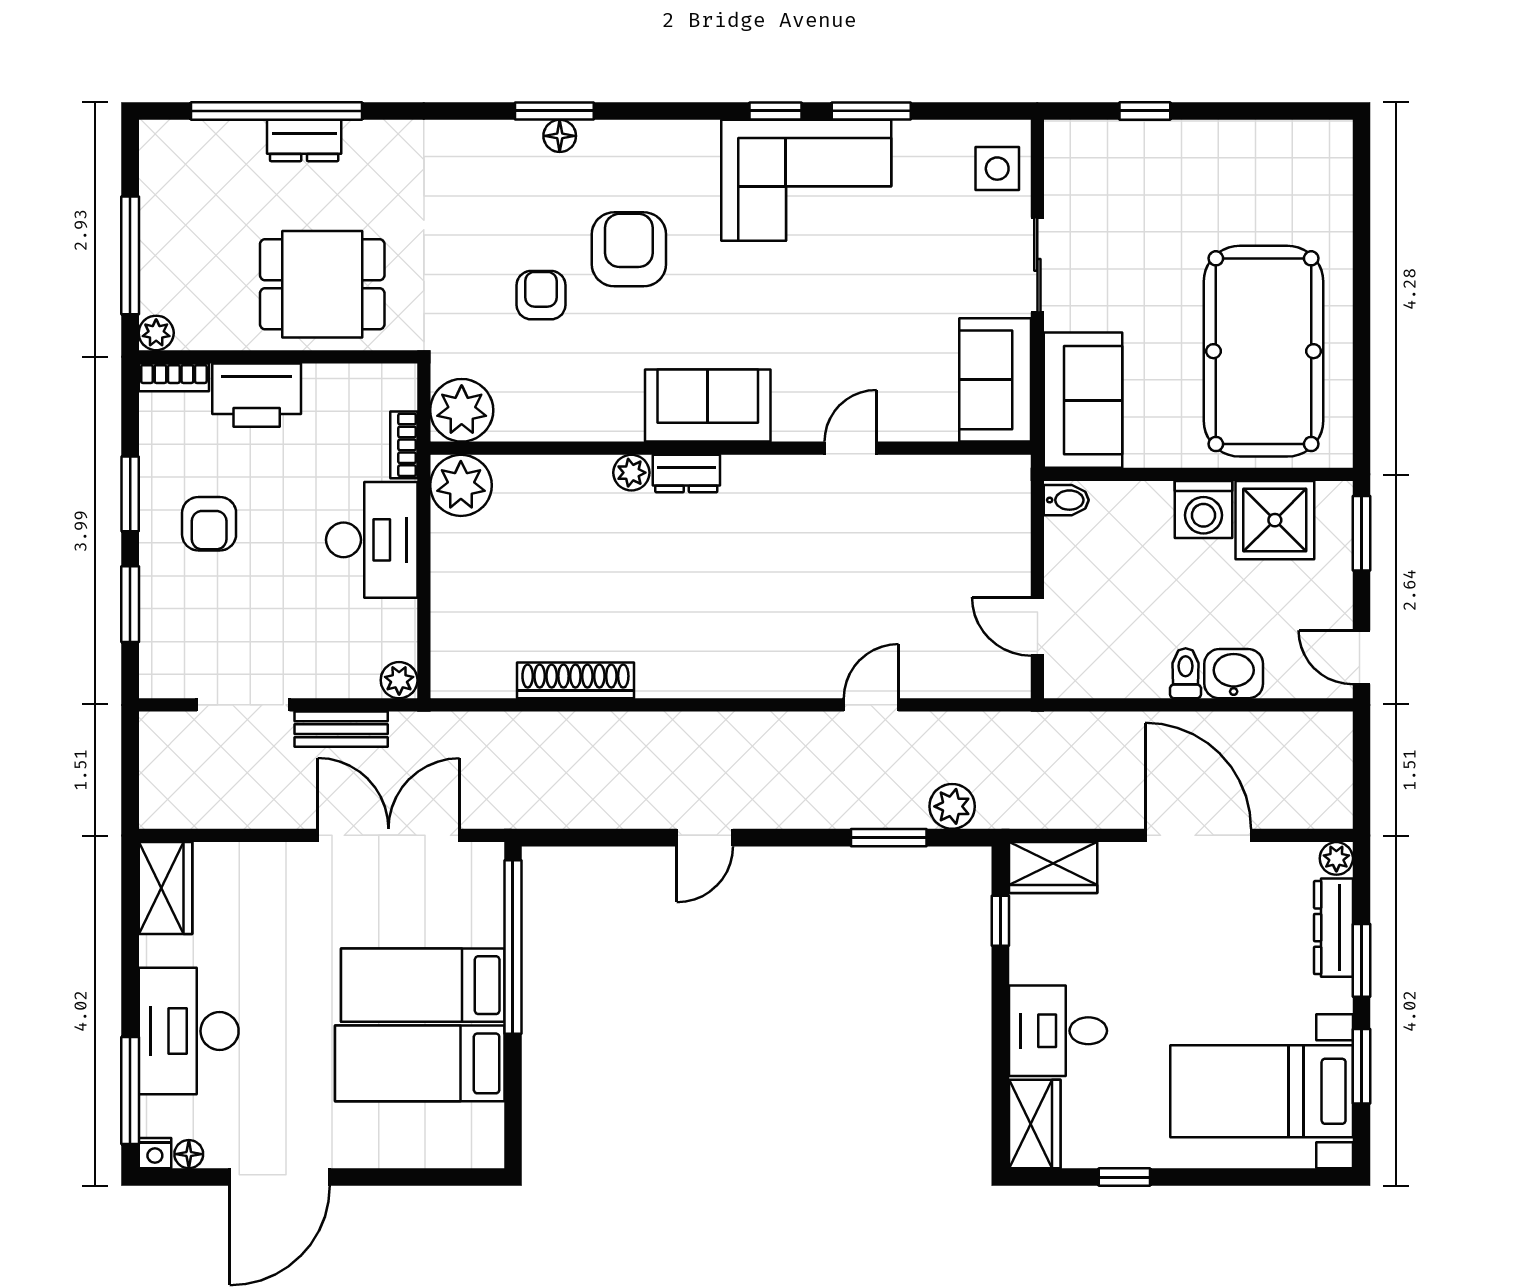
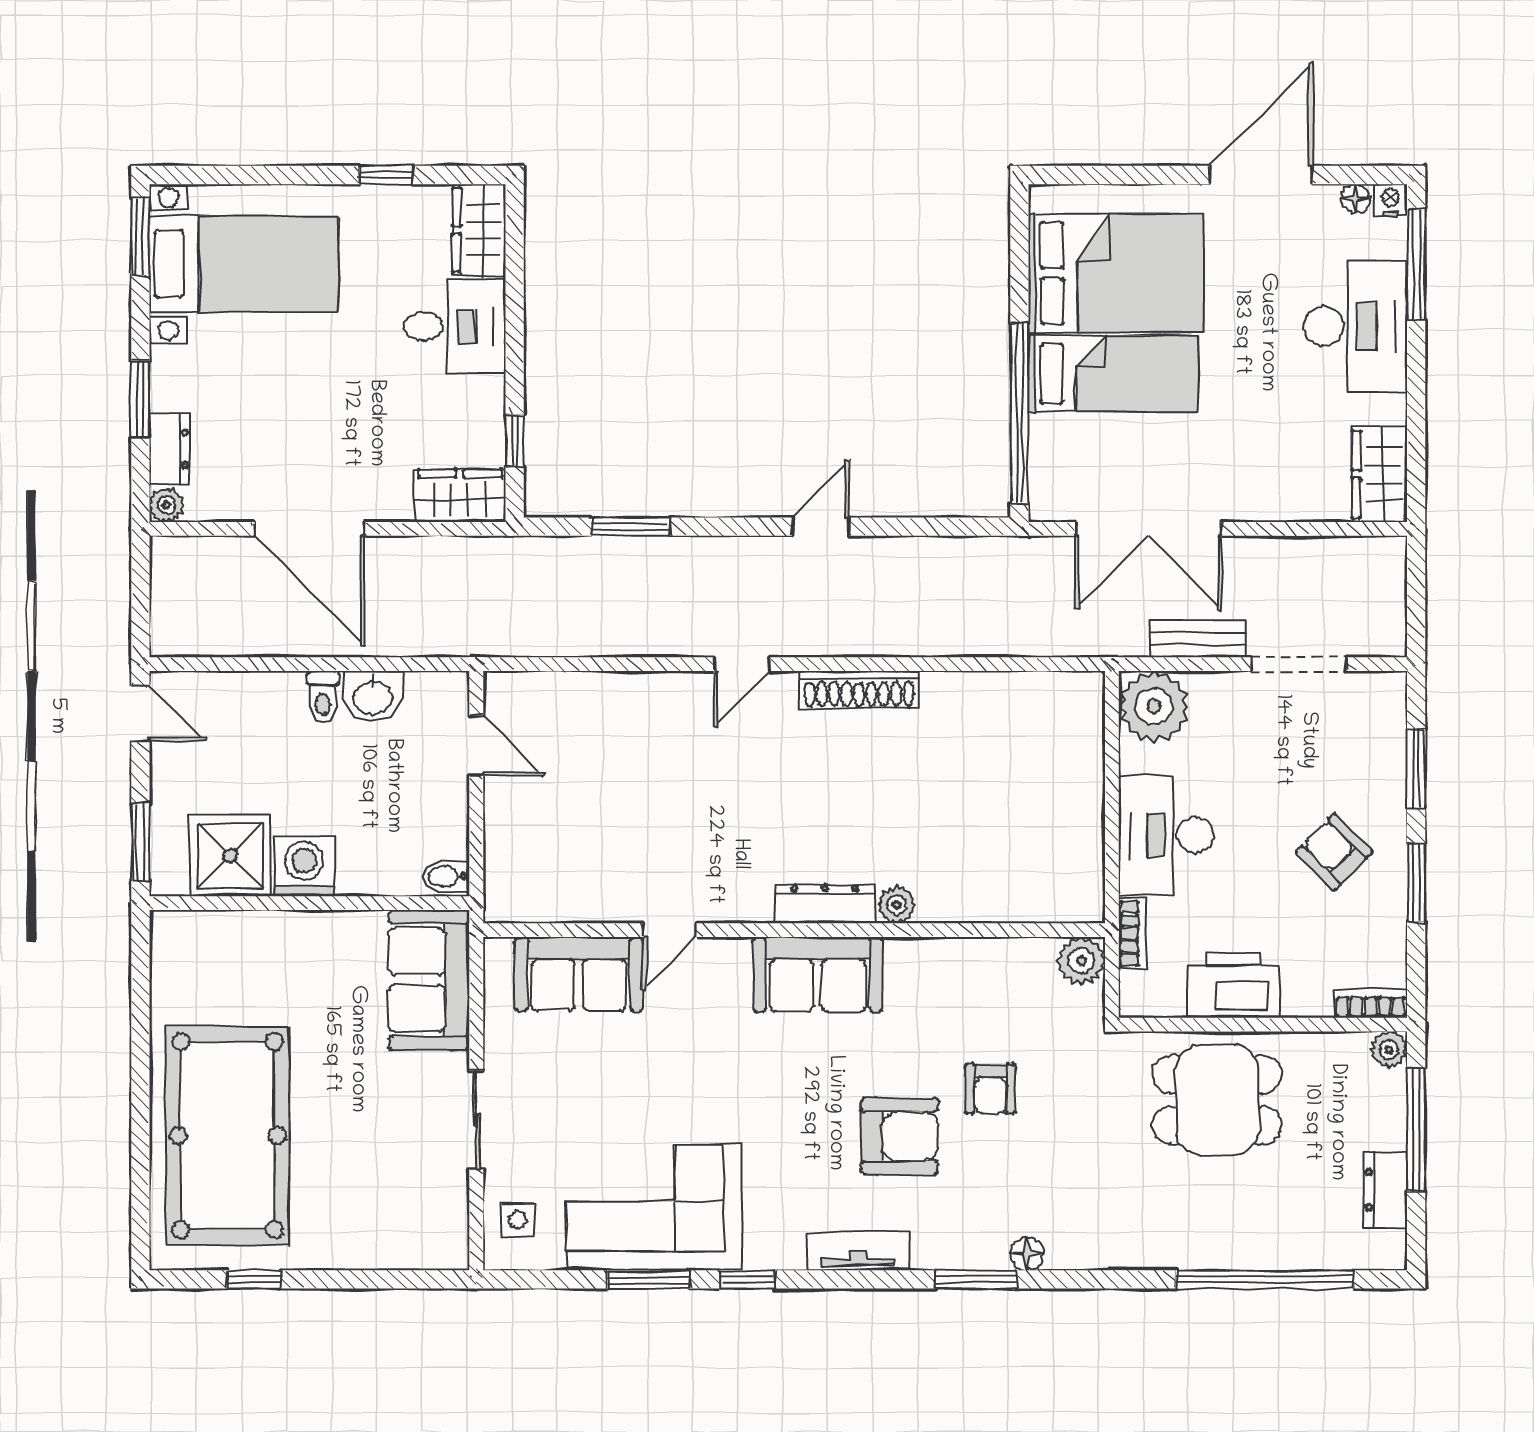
window: (1145, 111) -> (254, 1279), moved
floor lamp: (560, 136) -> (1027, 1254), moved
tv unit: (669, 138) -> (858, 1251), added
dresser: (304, 140) -> (1386, 1190), moved, turned -90
side table: (997, 169) -> (518, 1220), width x0.73, depth x0.73
corner sofa: (806, 180) -> (654, 1208), moved
armchair: (629, 249) -> (899, 1136), turned -90
pool table: (1263, 351) -> (228, 1136), moved
sofa: (995, 380) -> (579, 974), moved, turned 90
printer: (257, 395) -> (1233, 985), moved
plant: (462, 410) -> (1081, 961), width x0.73, depth x0.73
dresser: (686, 474) -> (825, 904), width x1.44
plant: (461, 485) -> (1073, 892), removed
armchair: (209, 524) -> (1334, 852), turned -45
washbasin: (1234, 674) -> (373, 696), moved
plant: (399, 680) -> (1154, 706), width x1.88, depth x1.88
shoe rack: (575, 680) -> (859, 690), moved
door: (871, 705) -> (742, 664), moved
plant: (952, 806) -> (564, 559), removed
dresser: (1333, 928) -> (169, 449), width x0.70
bed: (420, 1063) -> (1116, 273), width x1.50
window: (1361, 1066) -> (140, 236), moved

